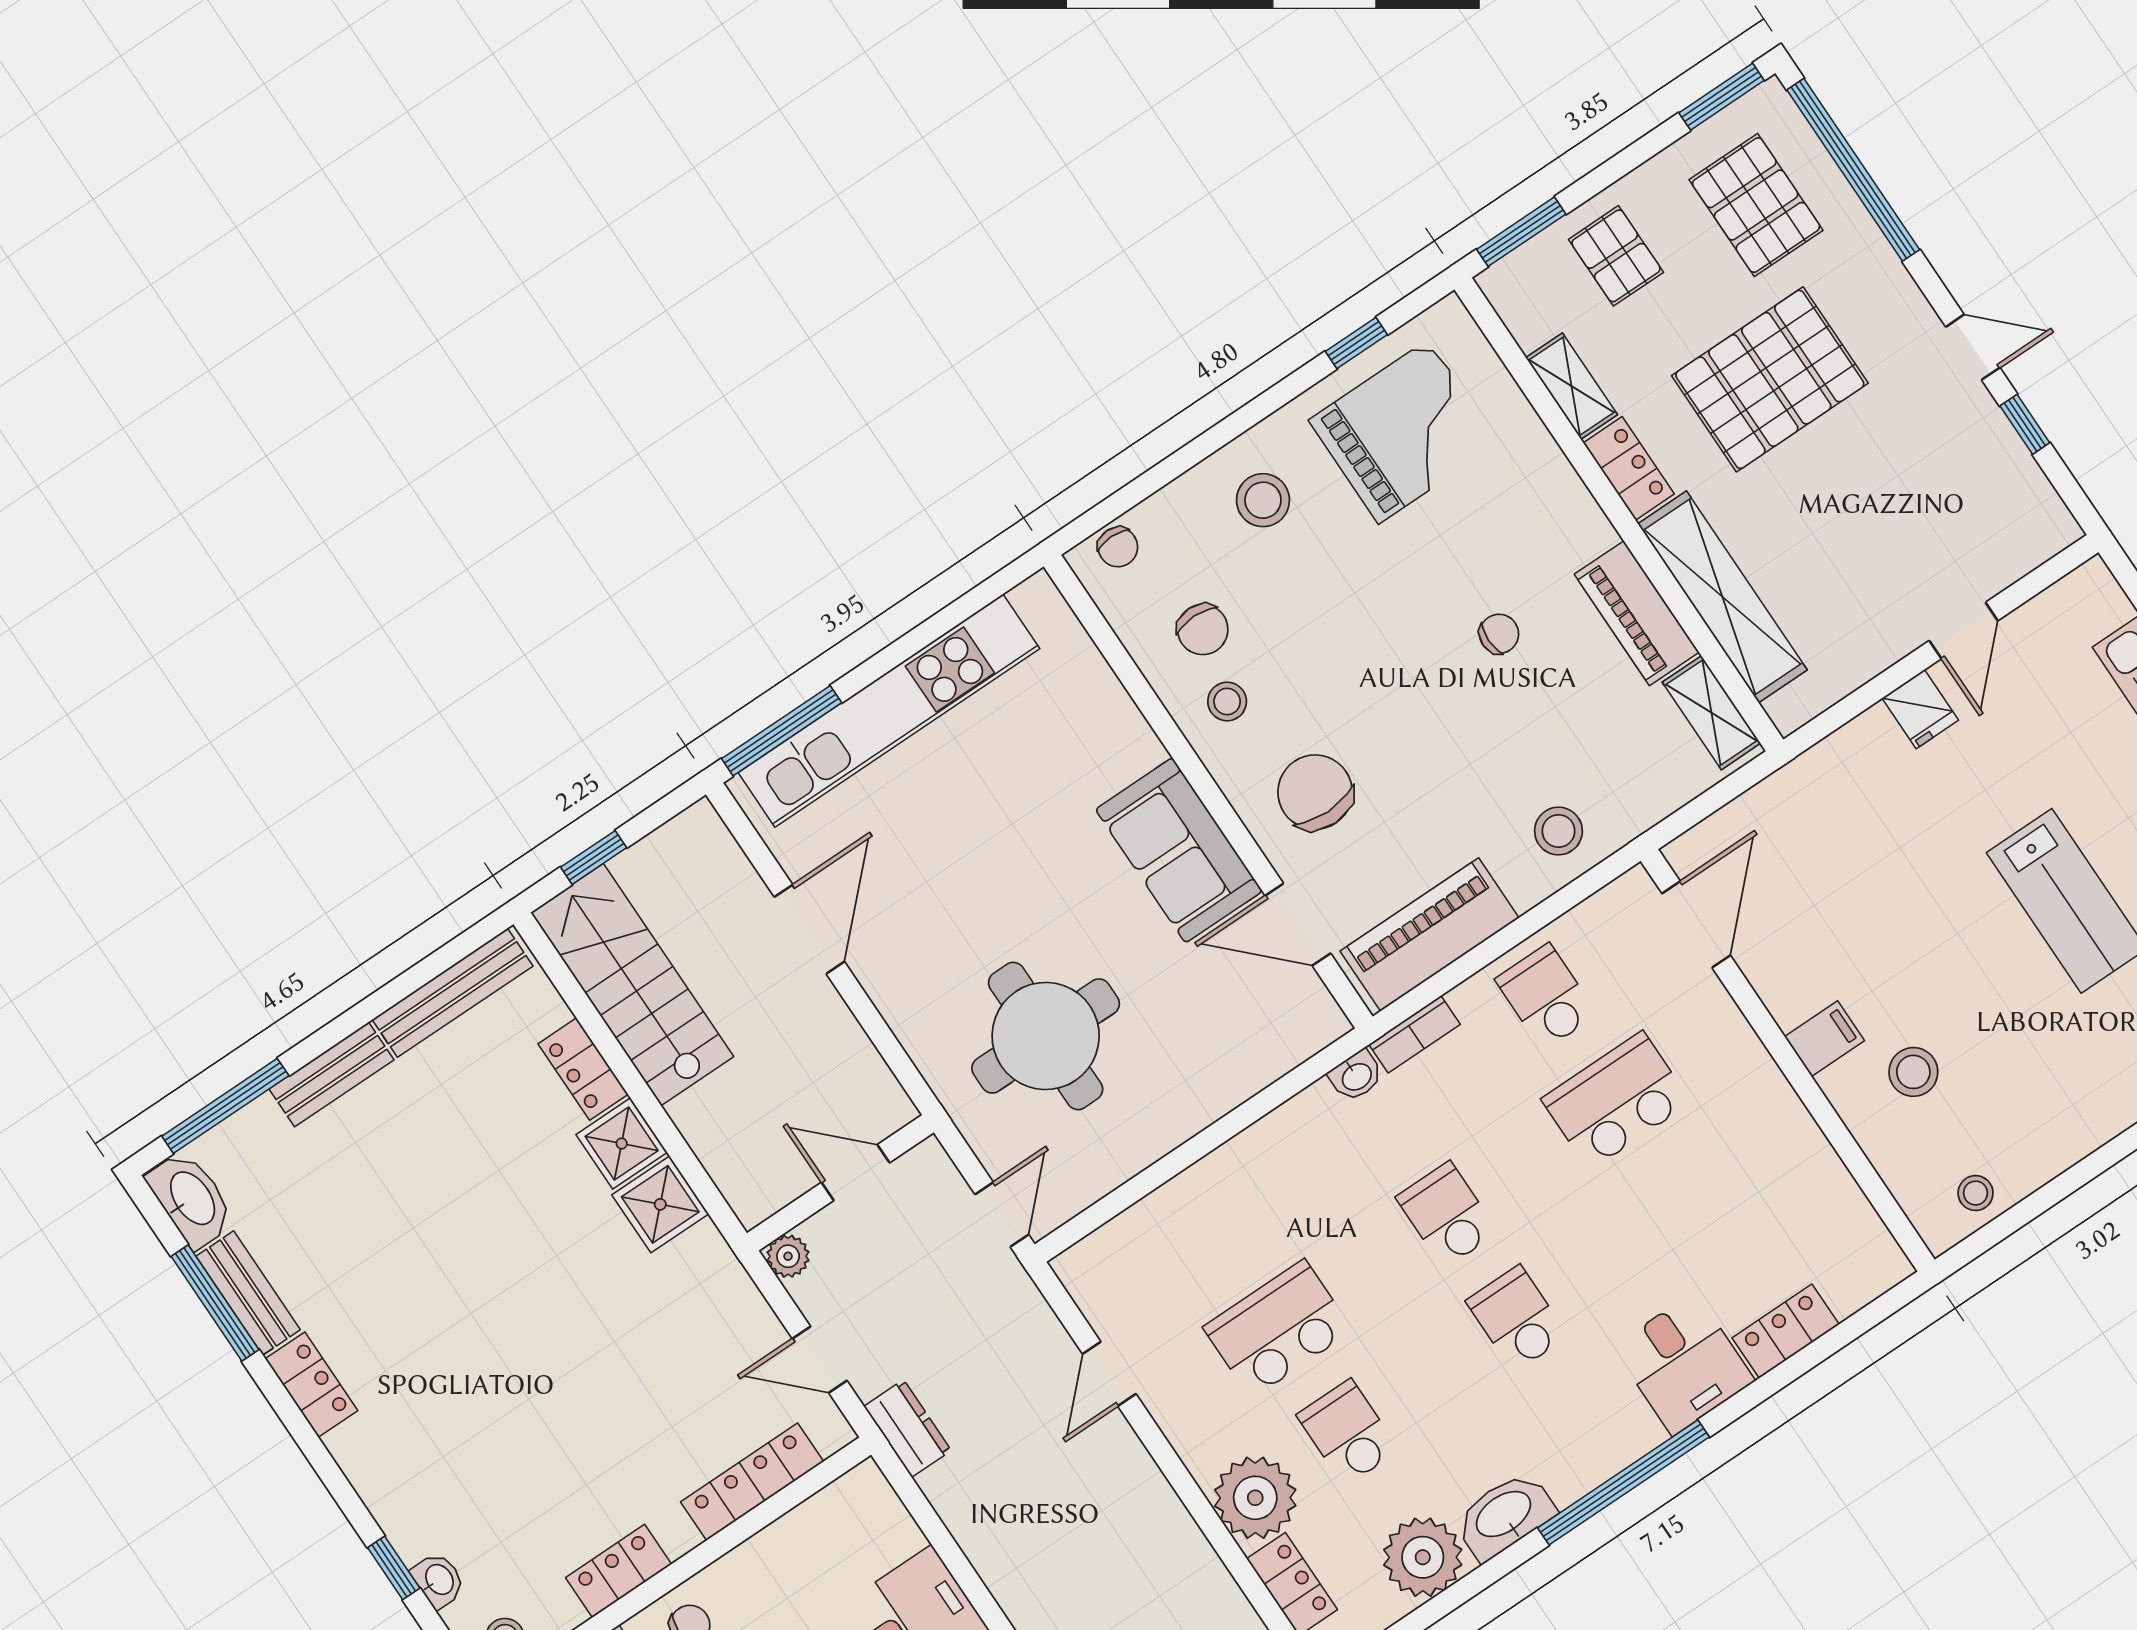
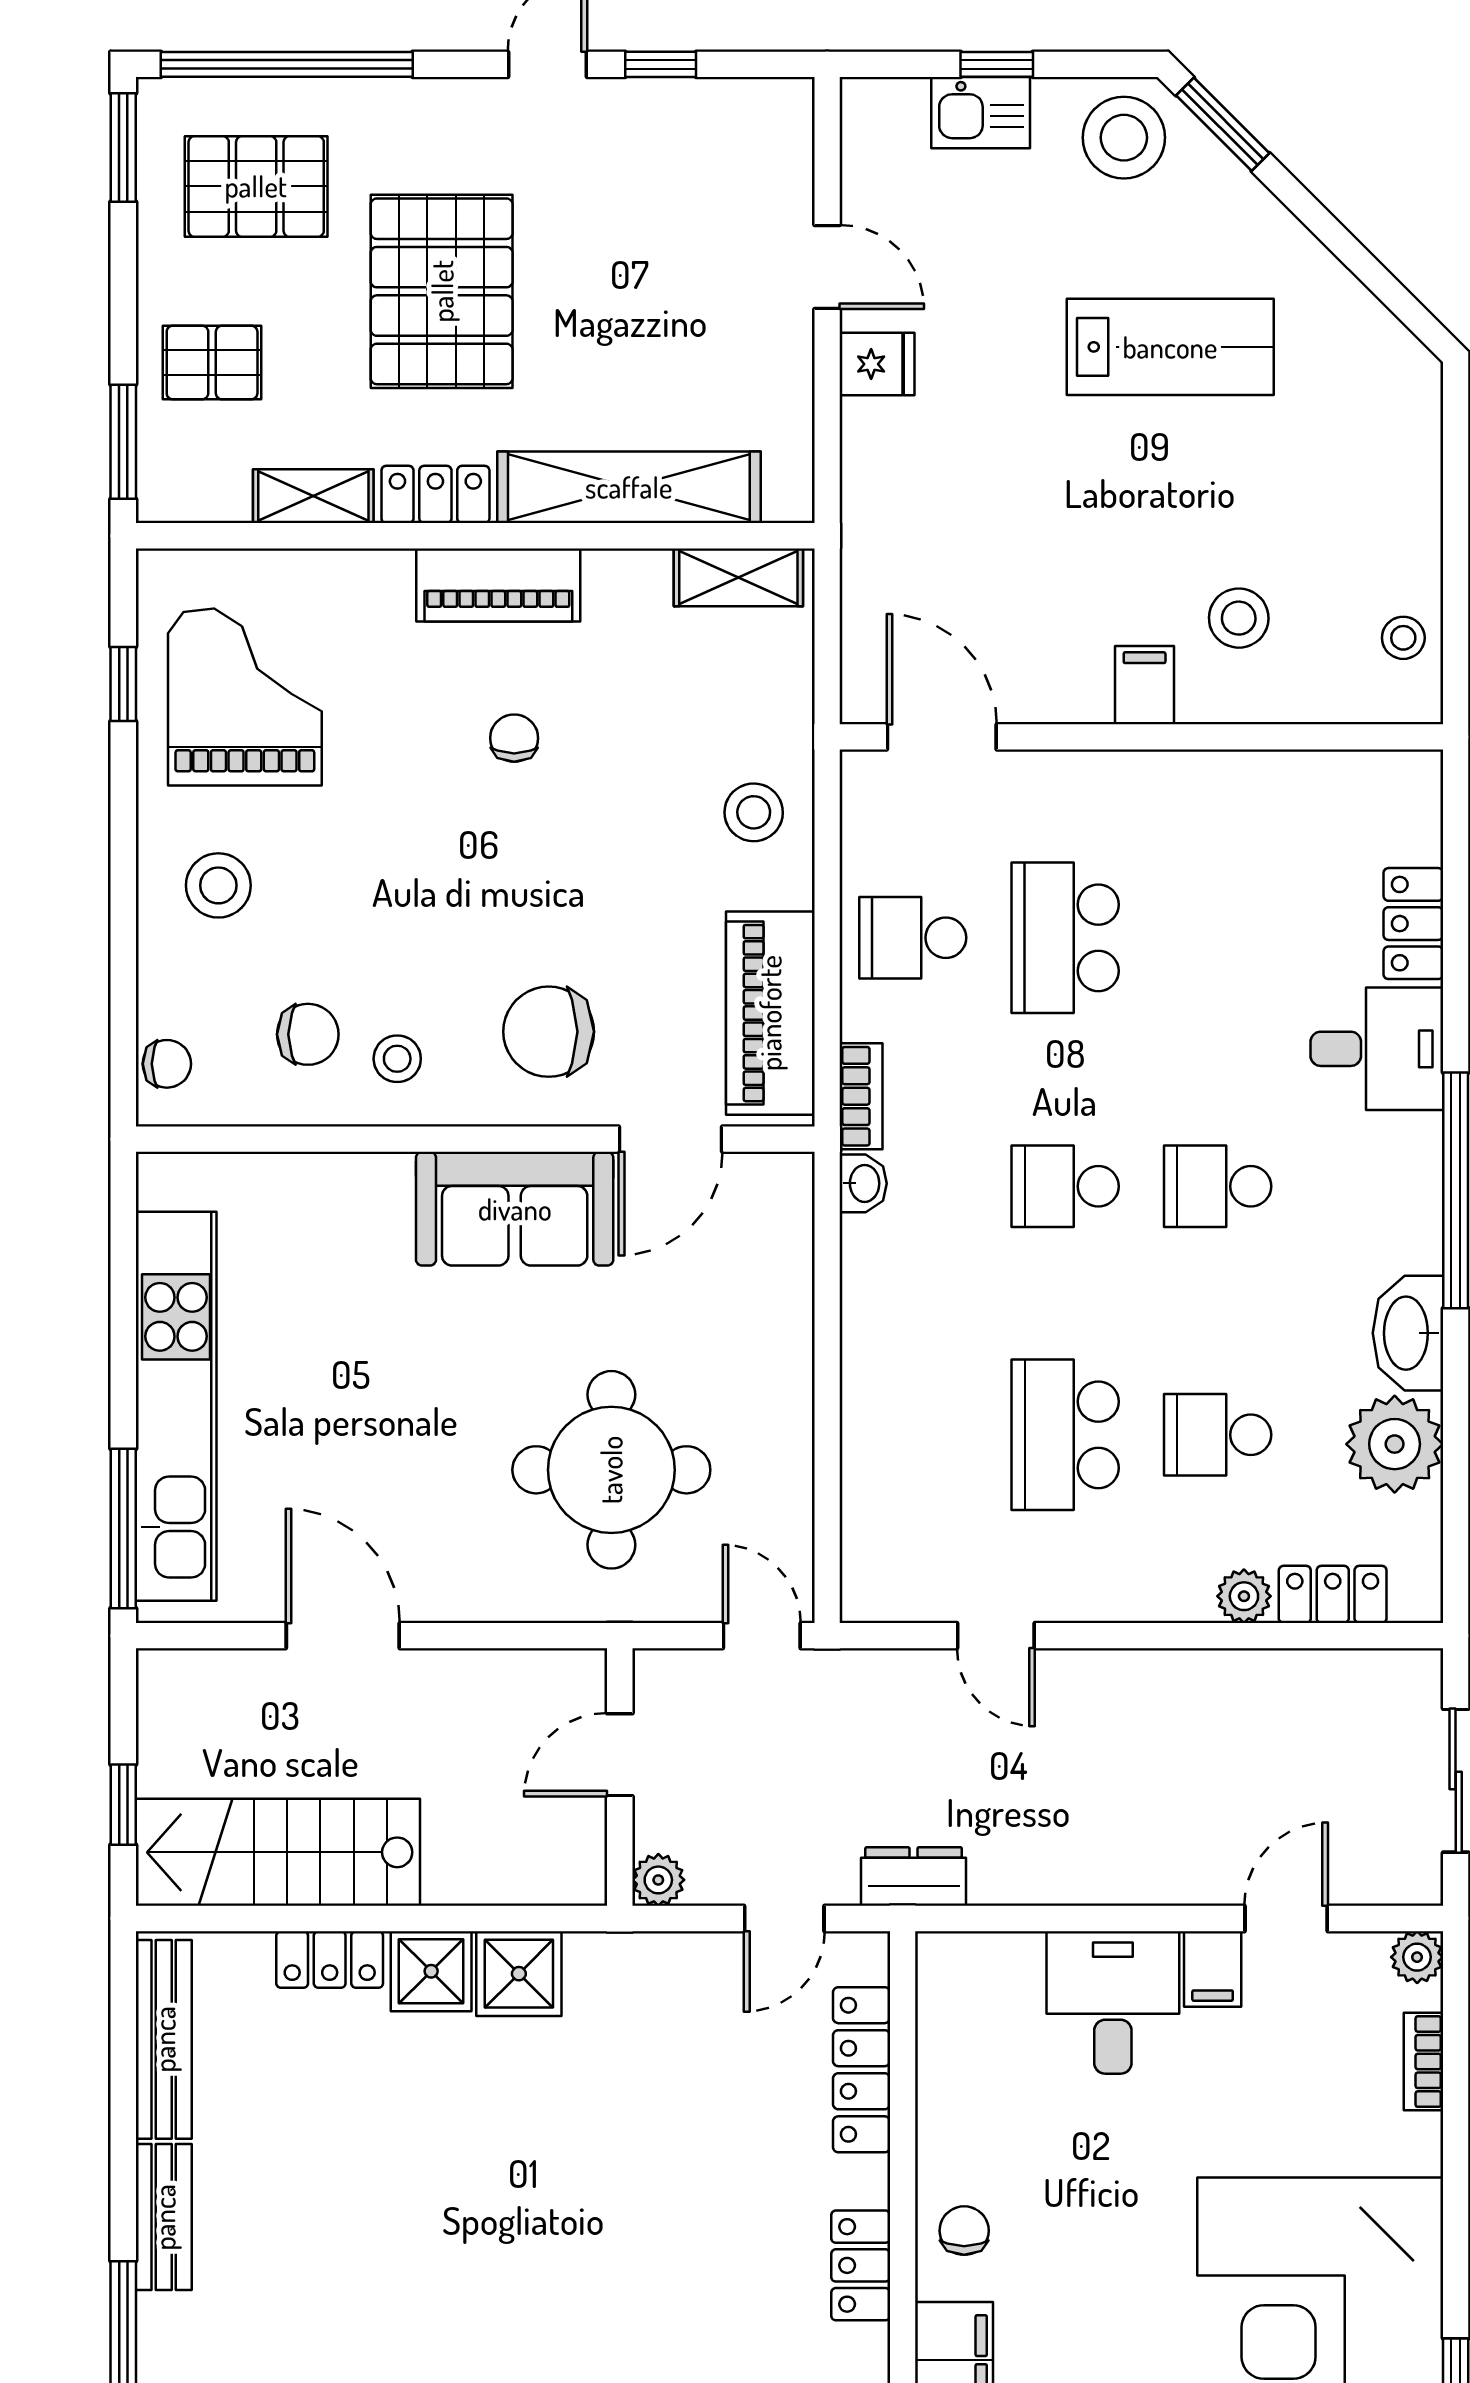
piano: (1637, 613) -> (498, 585), moved
plant: (1255, 1498) -> (1244, 1596), width x0.53, depth x0.53

